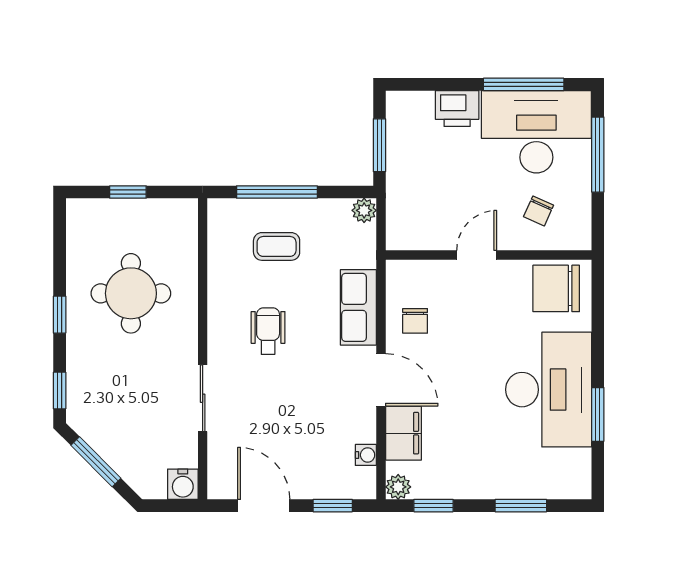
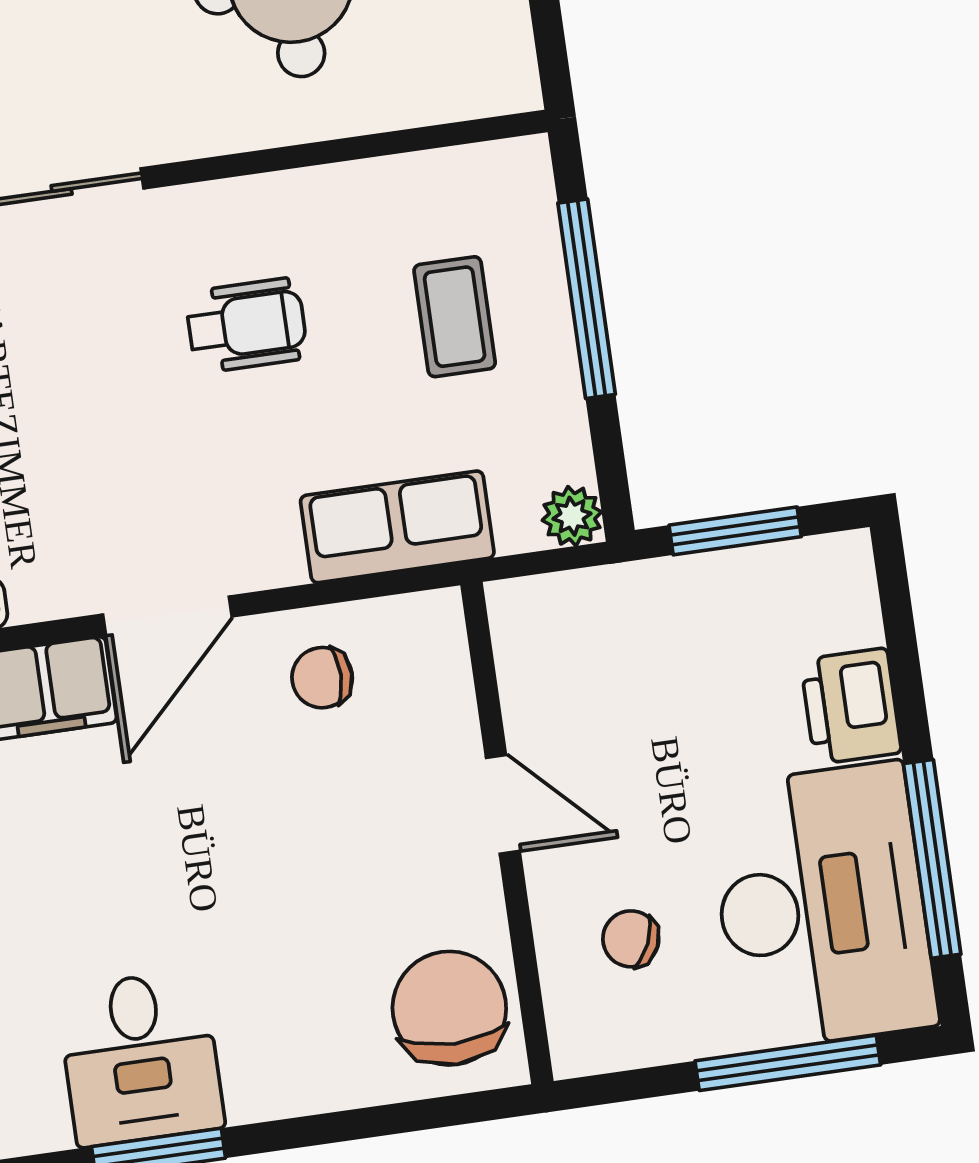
row of seats: (358, 307) -> (397, 527), moved
desk: (549, 390) -> (140, 1058), width x0.53, depth x0.77

